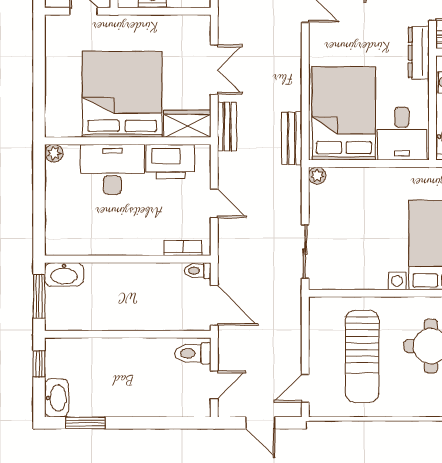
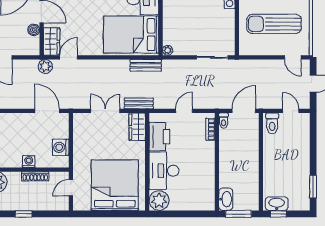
bed: (122, 94) -> (115, 185), moved, turned 90
plant: (54, 153) -> (159, 200), width x1.88, depth x1.88
sun lounger: (362, 356) -> (274, 24), turned 180
washbasin: (56, 398) -> (277, 204), moved

